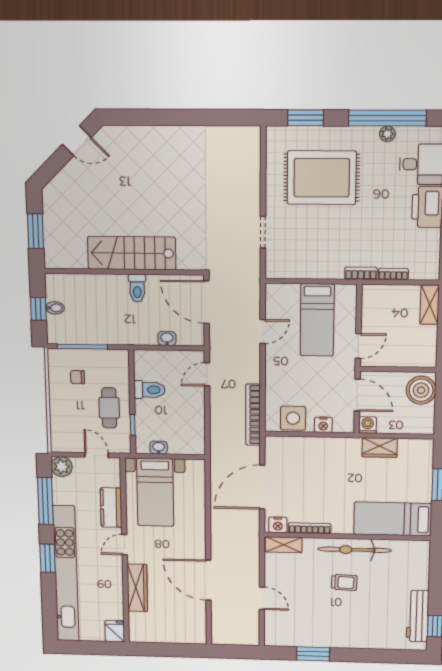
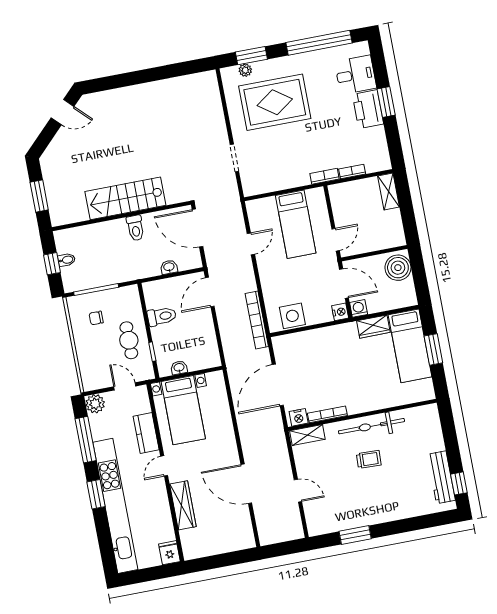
plant: (387, 134) -> (245, 70), moved
door: (207, 374) -> (210, 292), width x1.38
nightstand: (323, 425) -> (340, 312), moved, turned -90
bed: (393, 519) -> (410, 346), moved, turned -90

